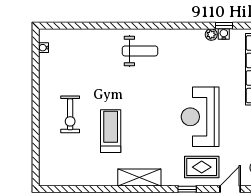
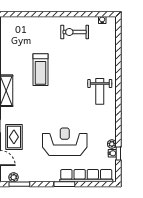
exercise bike: (70, 114) -> (75, 32), moved
reception desk: (200, 117) -> (65, 142), moved
treadmill: (111, 131) -> (41, 70), turned 90

